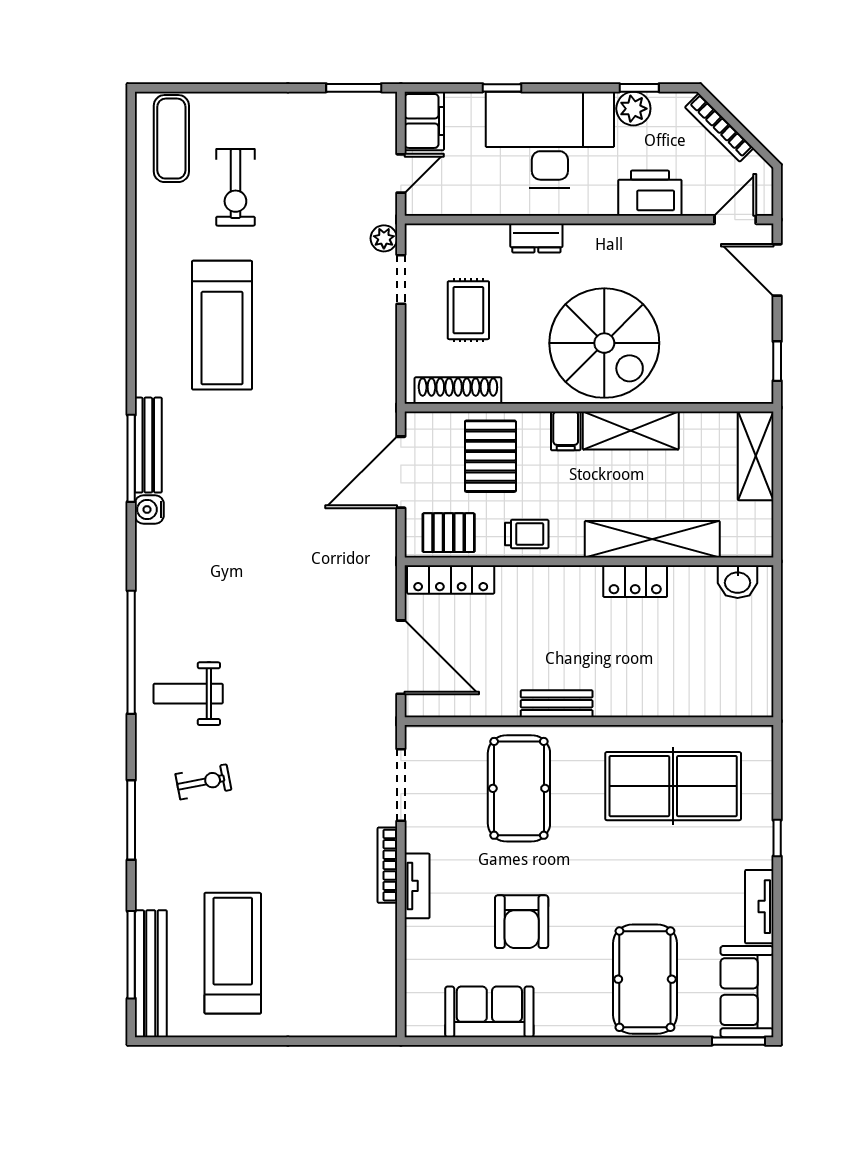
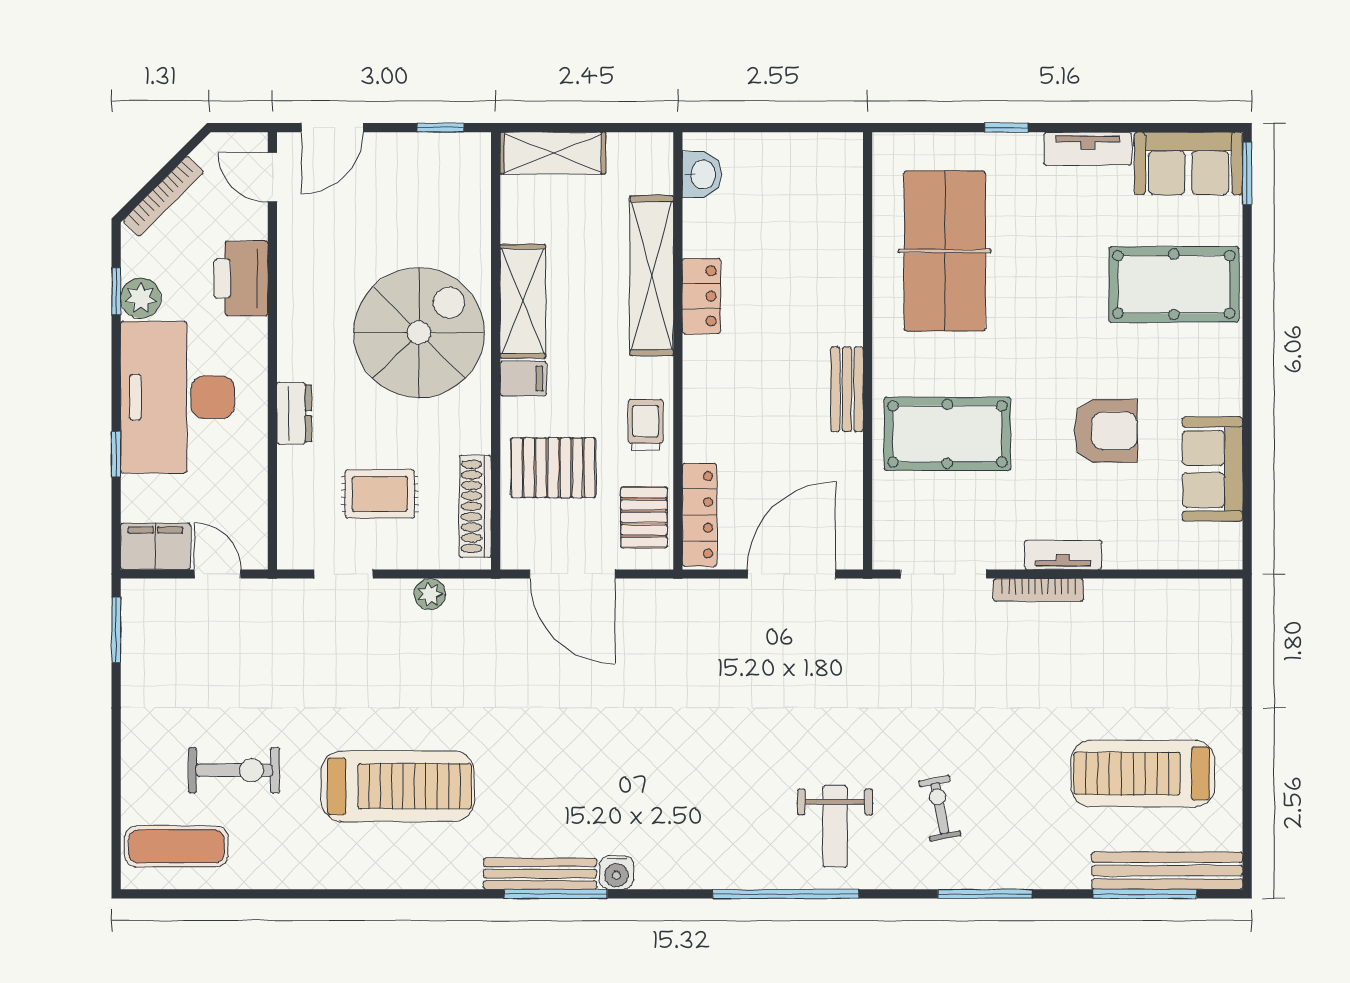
plant: (384, 238) -> (430, 594), moved

